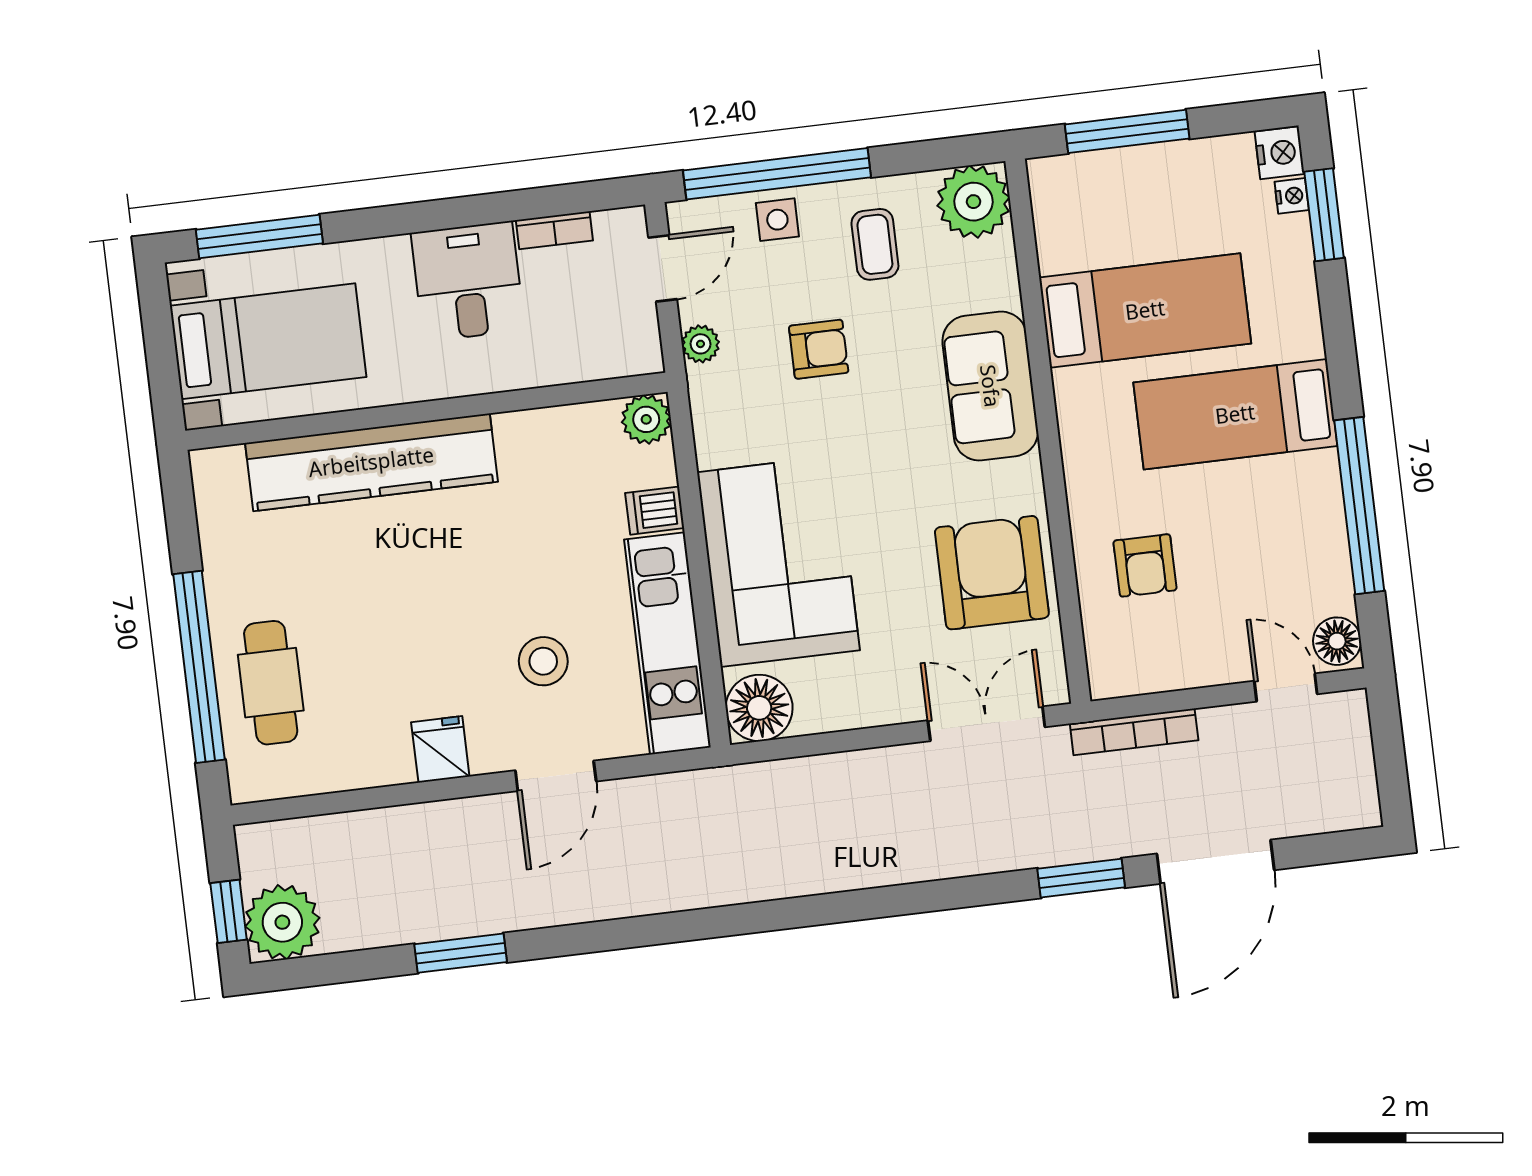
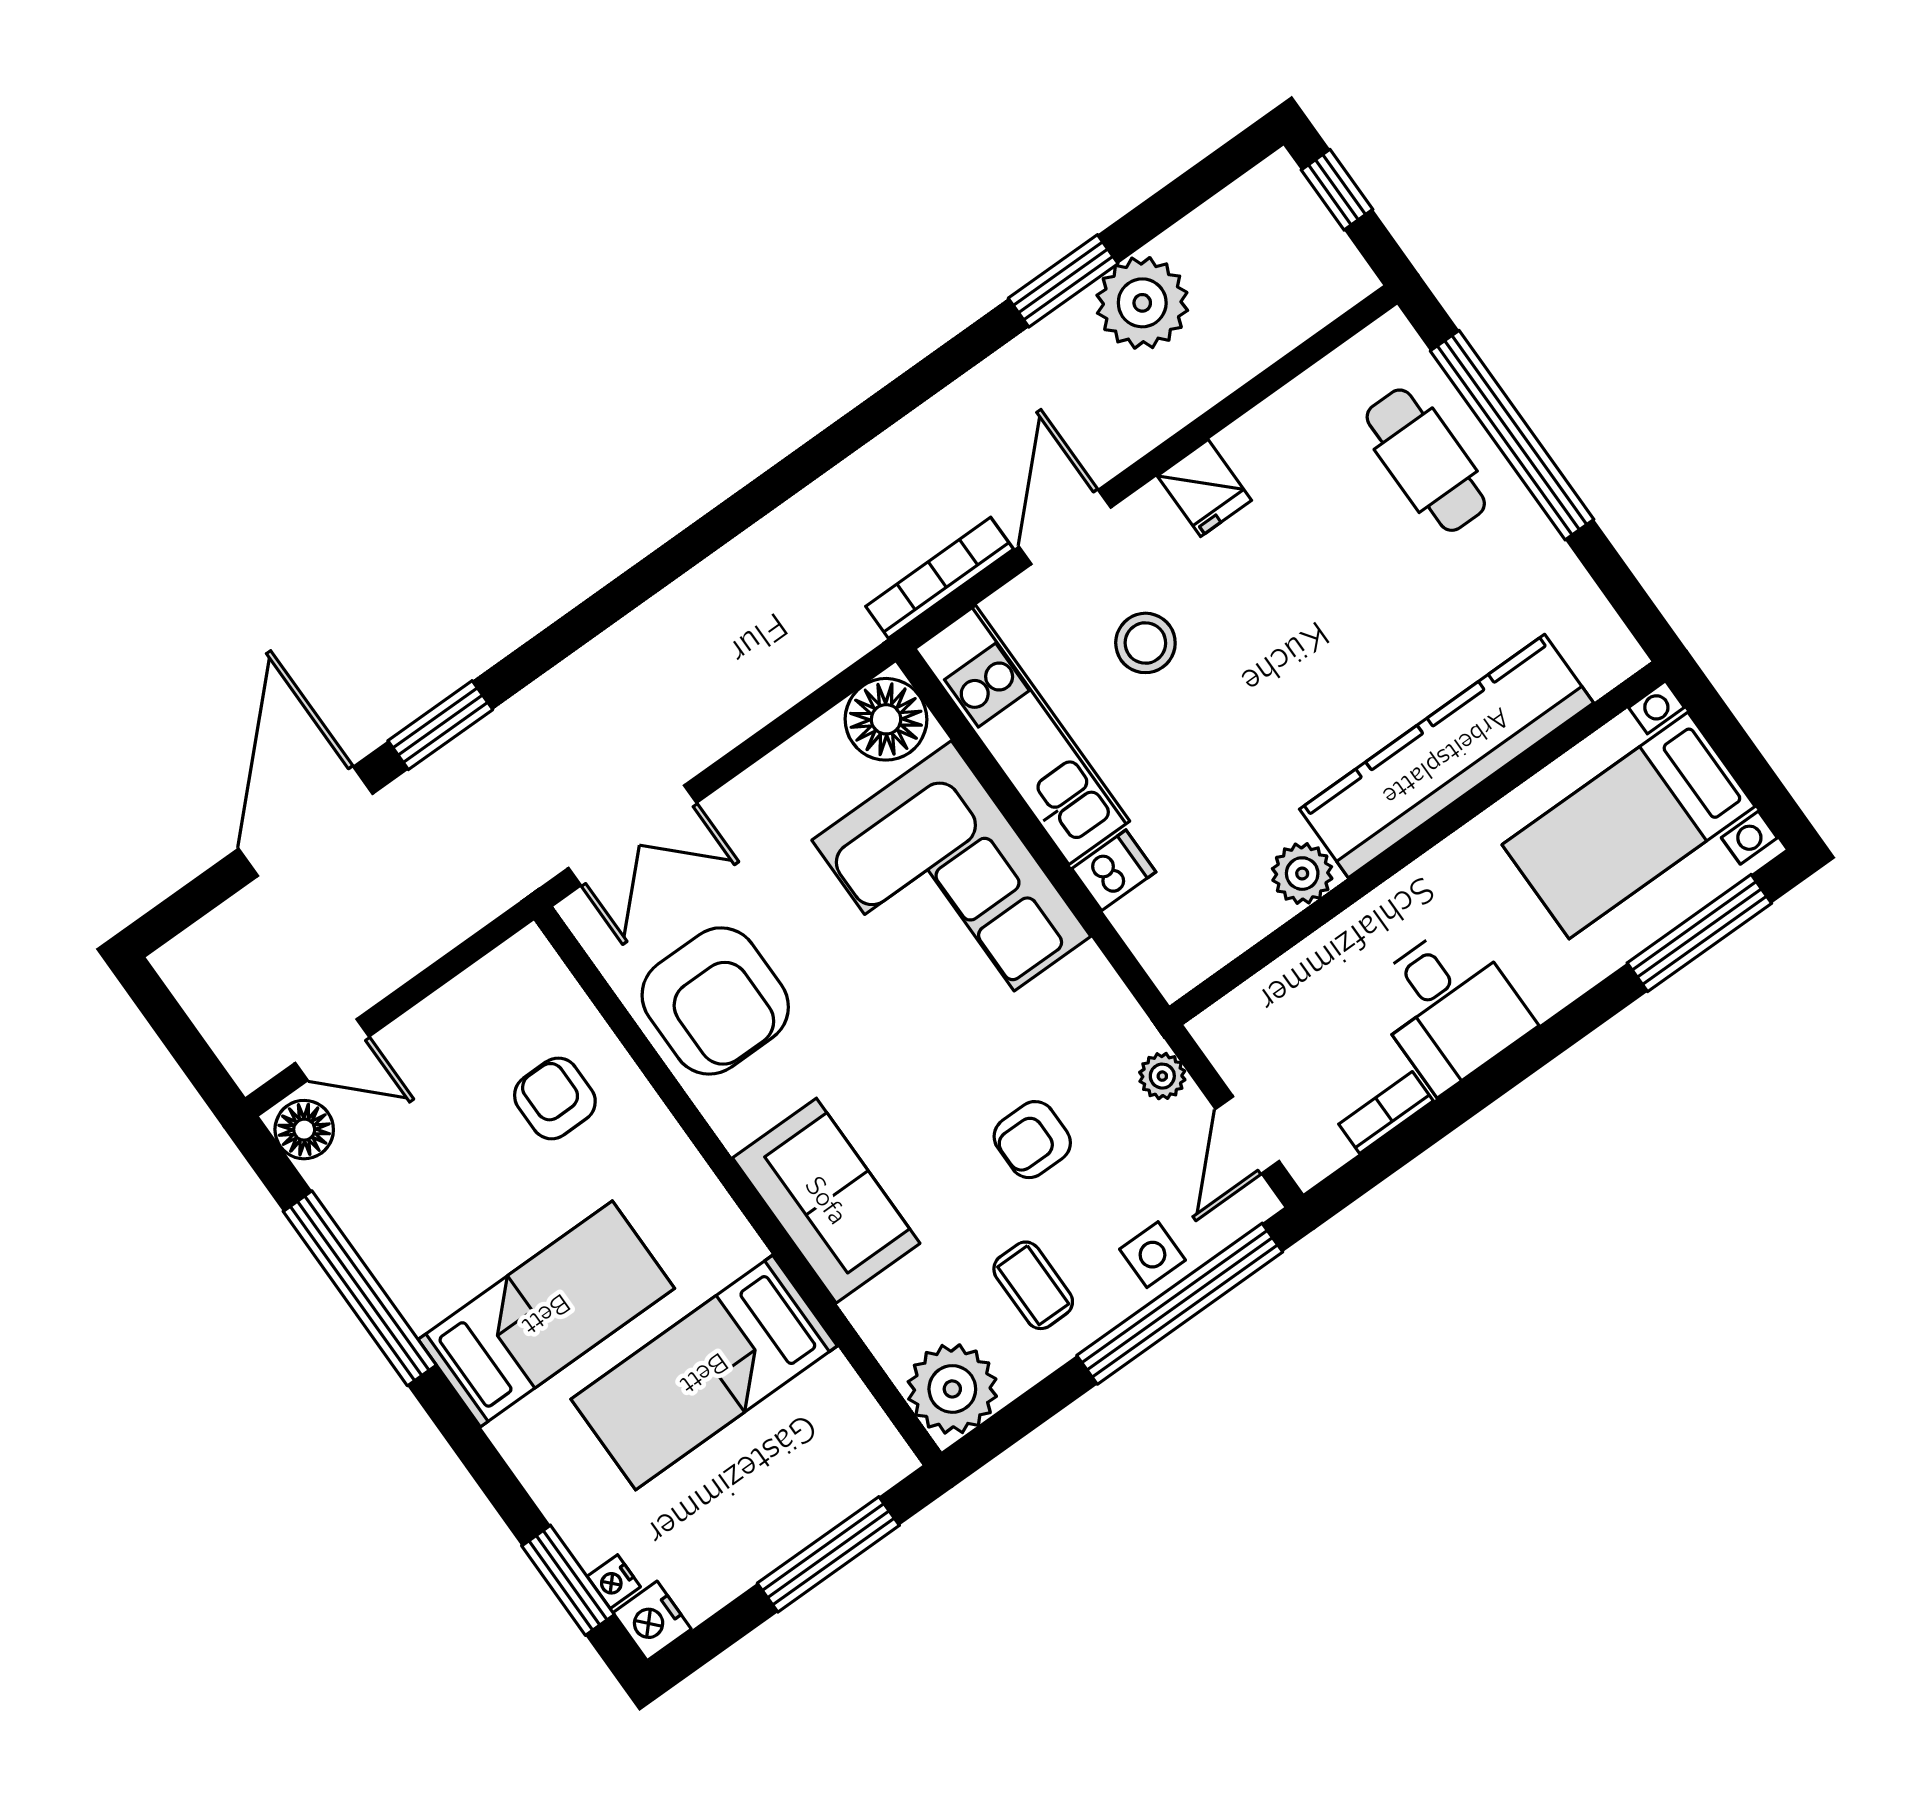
plant: (646, 419) -> (1302, 874), moved
bookcase: (1134, 732) -> (940, 578), moved
plant: (282, 922) -> (1142, 303), moved

